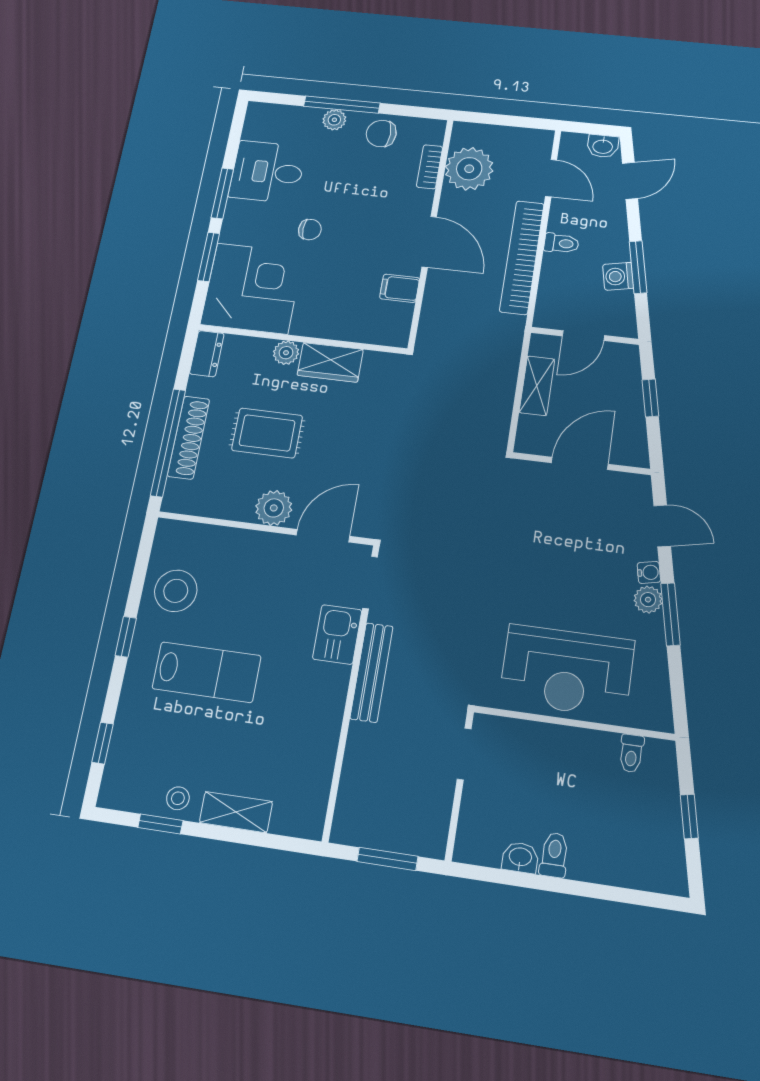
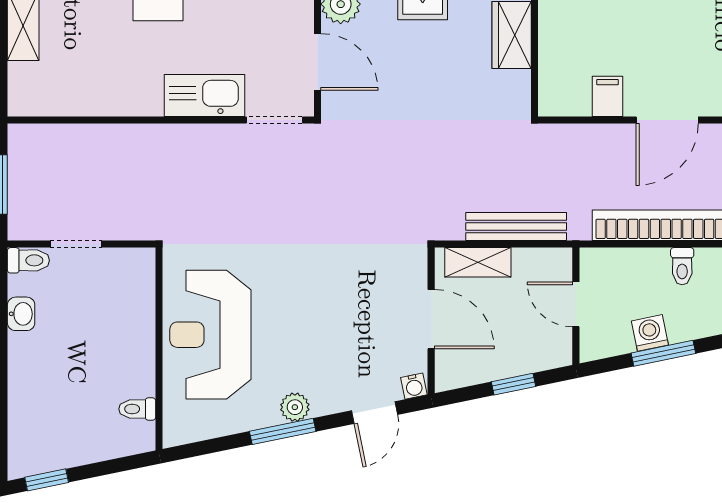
shelving: (537, 386) -> (478, 262), moved
water cooler: (649, 572) -> (414, 386), moved
kitchen sink: (337, 634) -> (204, 95), width x1.38
bench: (372, 672) -> (516, 227), moved
doorway: (464, 754) -> (76, 244), moved
window: (689, 816) -> (47, 480), moved
toilet: (554, 855) -> (28, 260), moved

